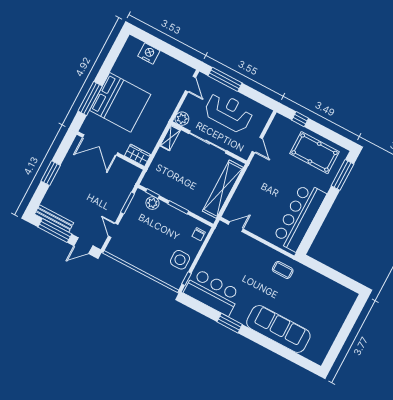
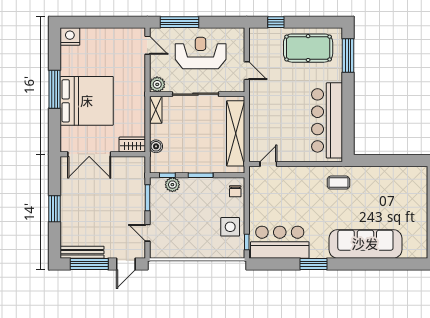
nightstand: (149, 53) -> (70, 37), moved
window: (90, 99) -> (55, 89), moved
boiler: (155, 166) -> (156, 146), added

